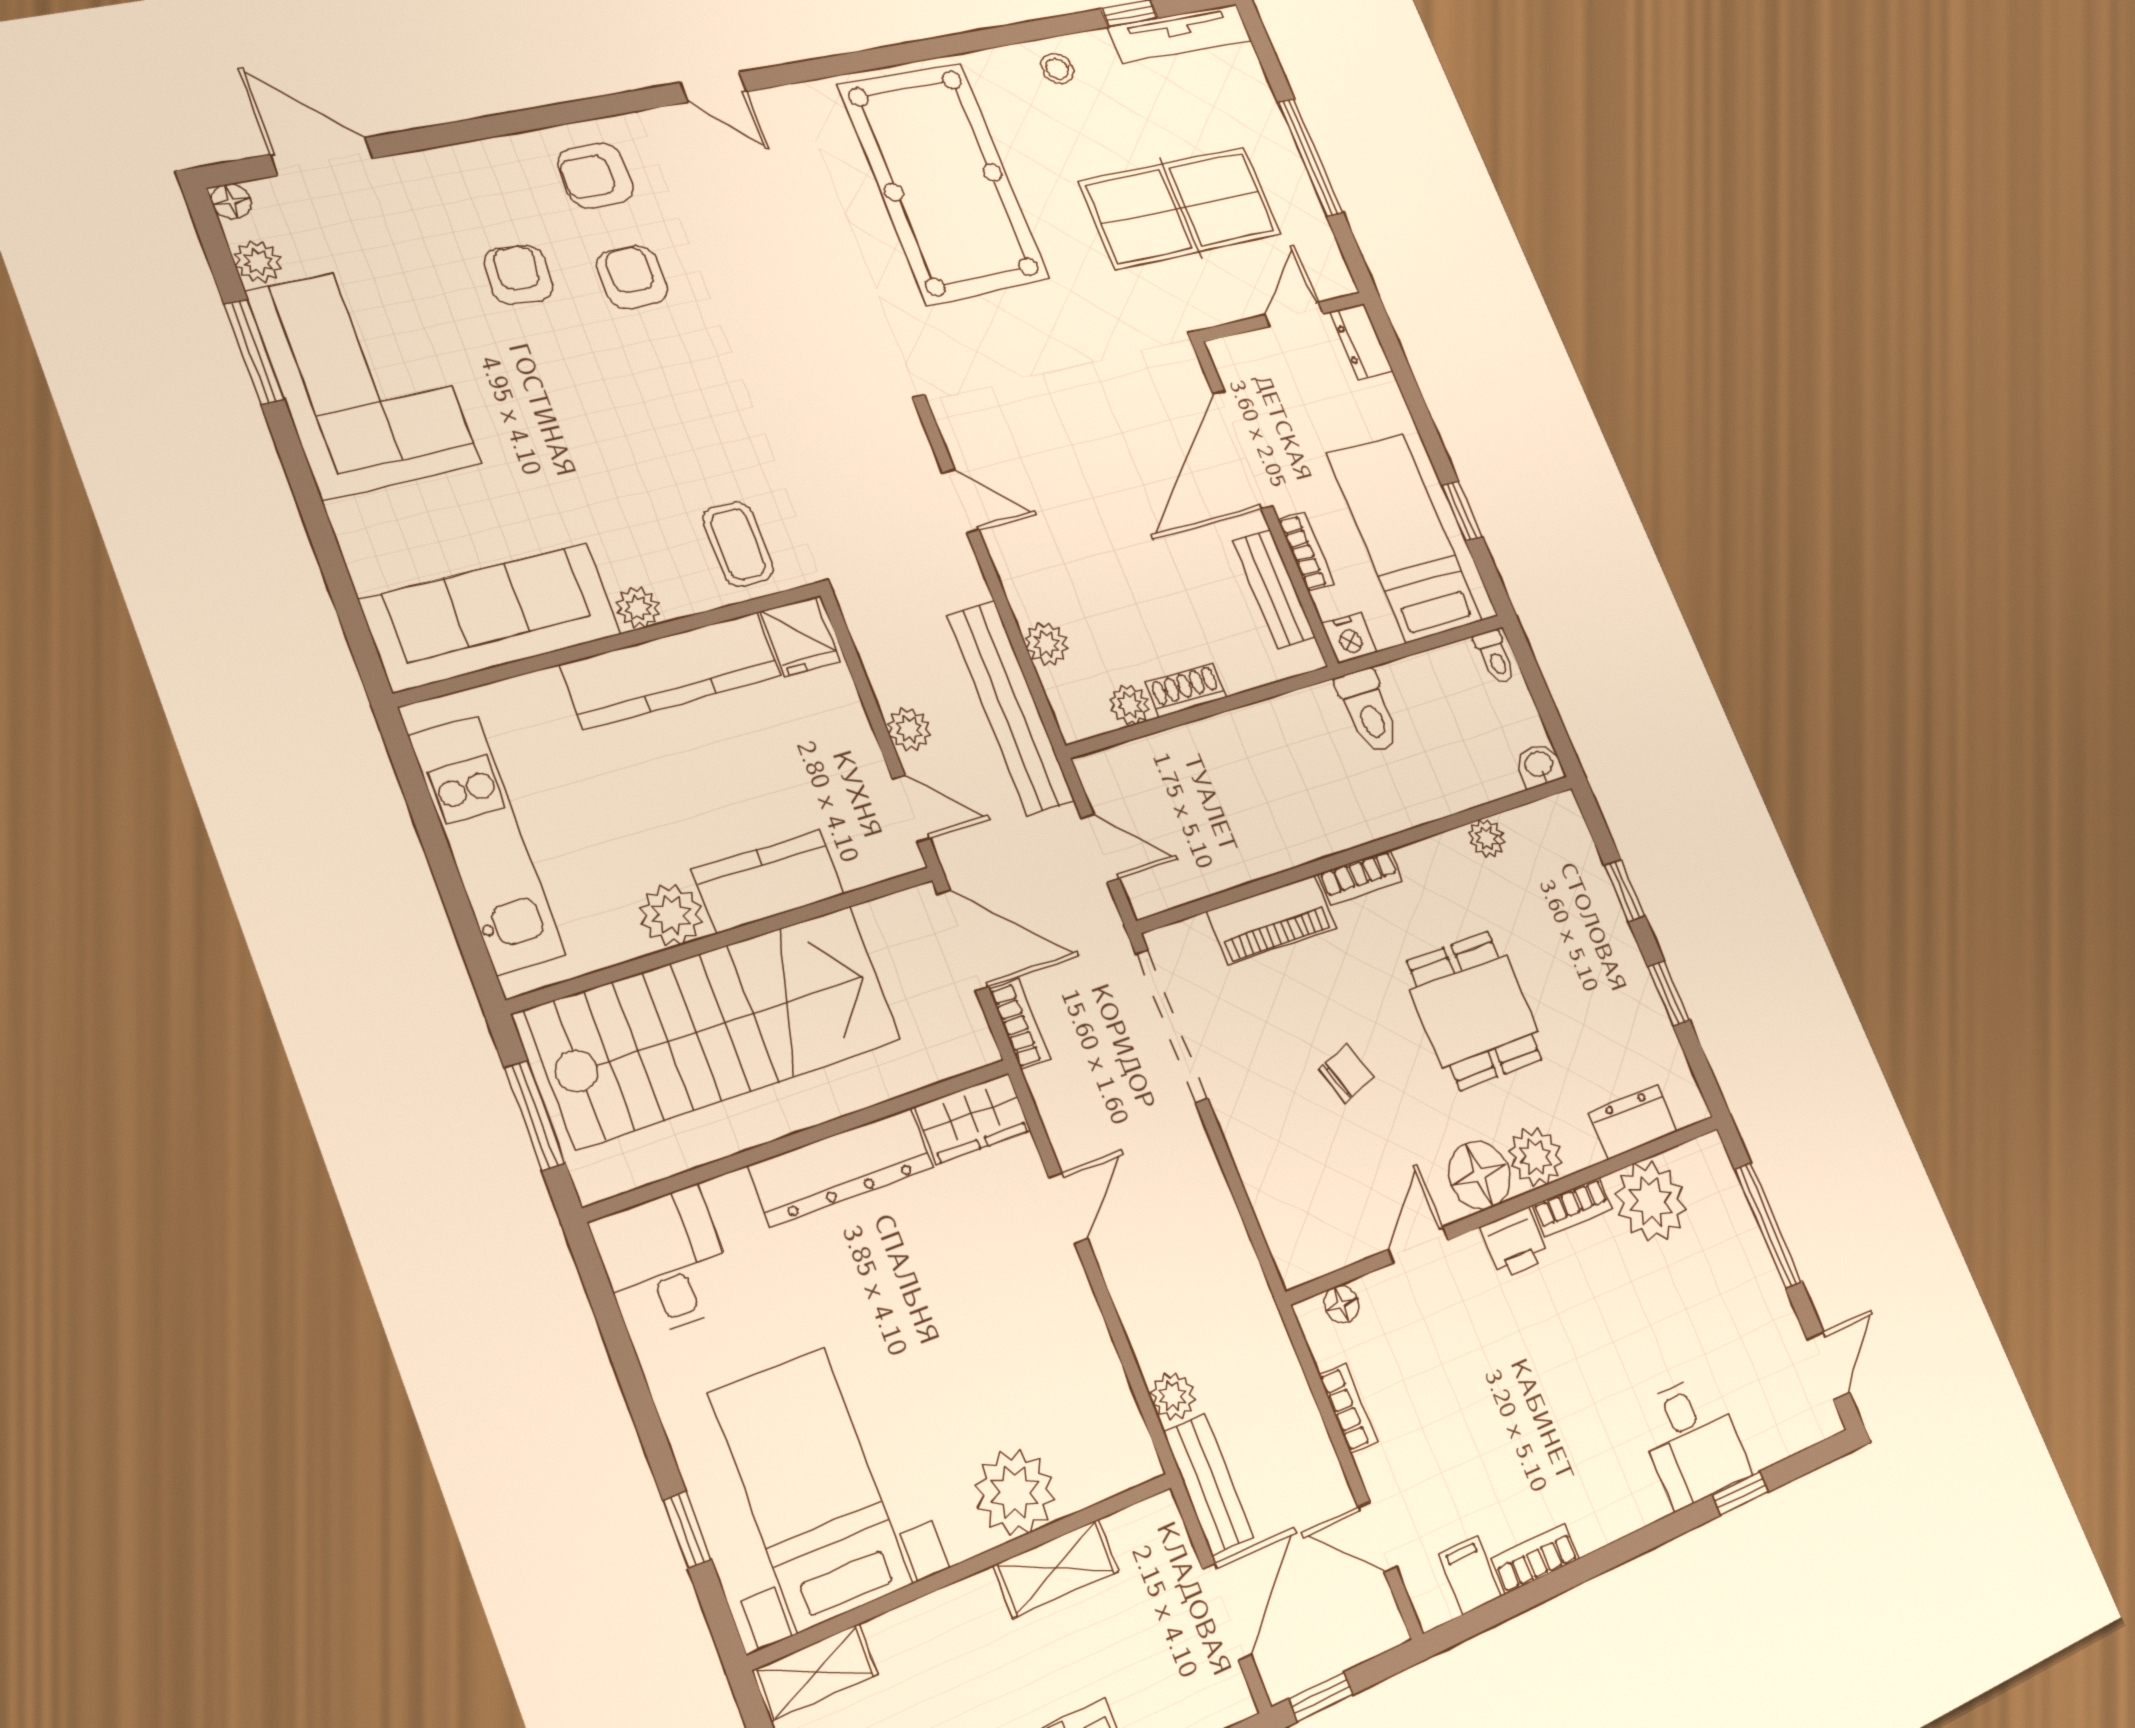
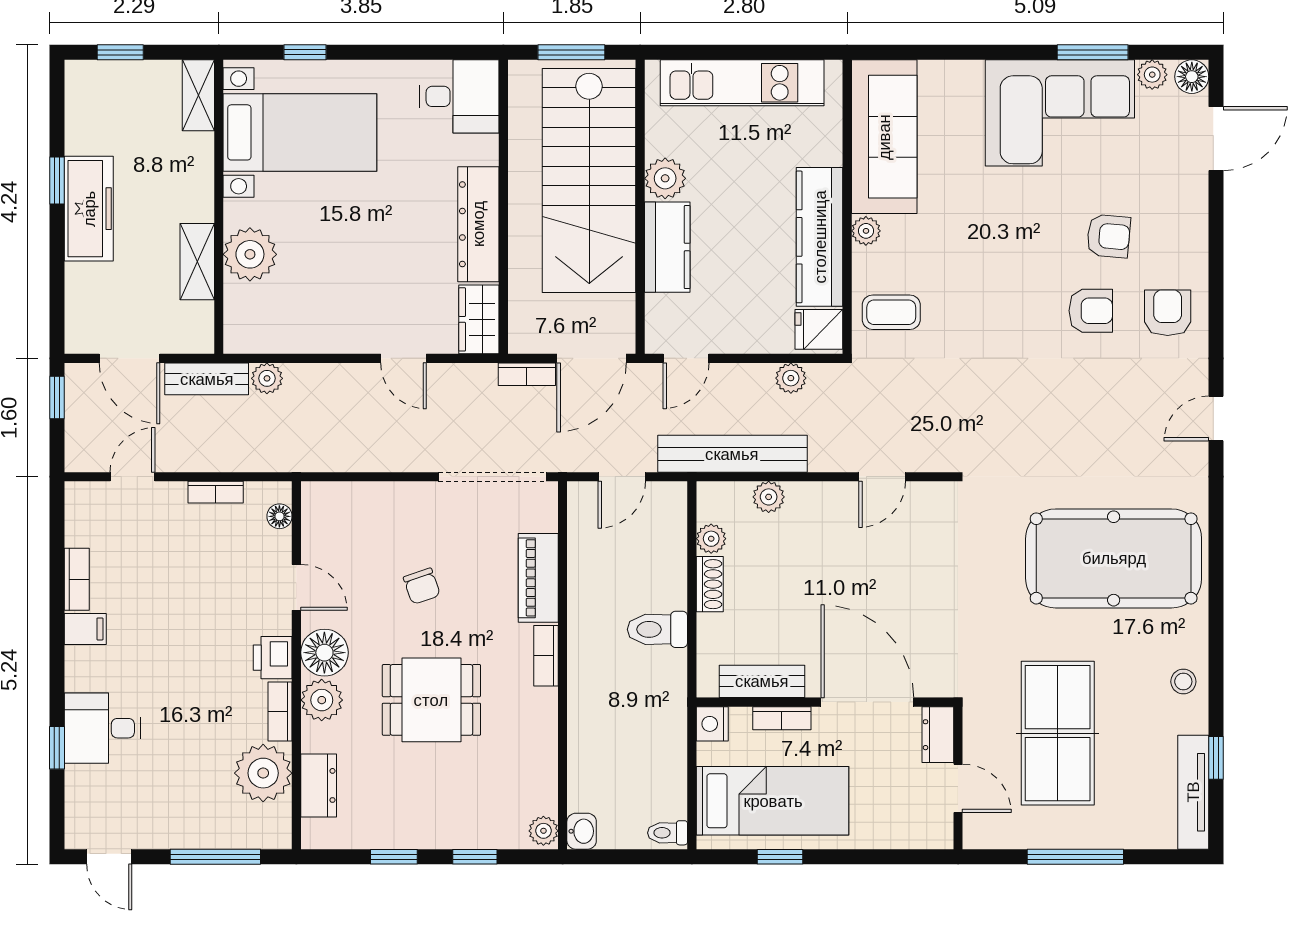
floor lamp: (231, 201) -> (1192, 77), width x1.37, depth x1.37
dresser: (1361, 341) -> (938, 735), moved, turned -90
toilet: (1368, 711) -> (657, 629), moved
plant: (909, 729) -> (791, 378), moved
plant: (1487, 838) -> (543, 831), moved
filing cabinet: (1470, 1575) -> (85, 629), moved

